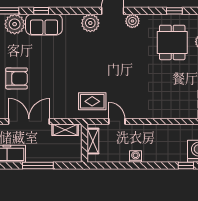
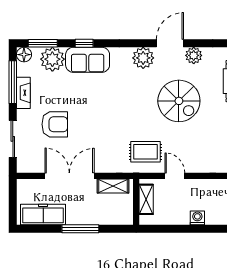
spiral stairs: (120, 59) -> (179, 101), added

